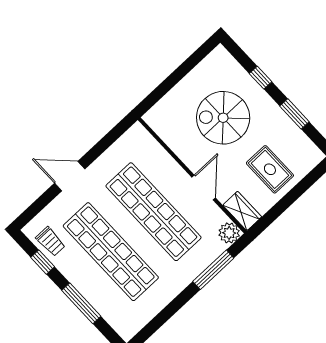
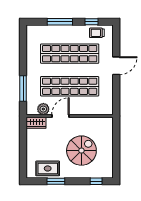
window: (261, 78) -> (96, 181), moved
rug: (270, 169) -> (48, 168), moved
door: (204, 187) -> (60, 116), swing flipped
plant: (229, 233) -> (43, 109), moved

